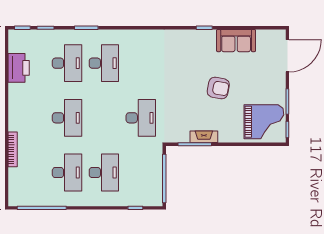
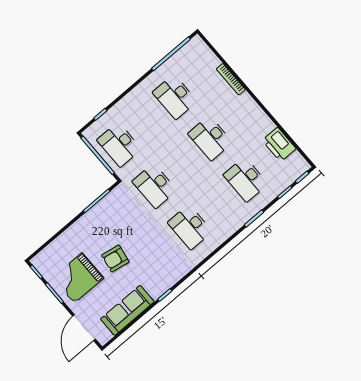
sofa: (236, 41) -> (127, 310), width x1.36
desk: (104, 63) -> (190, 227), moved
grand piano: (264, 122) -> (78, 278), moved
fireplace: (204, 137) -> (95, 212), removed
desk: (104, 173) -> (119, 145), moved

